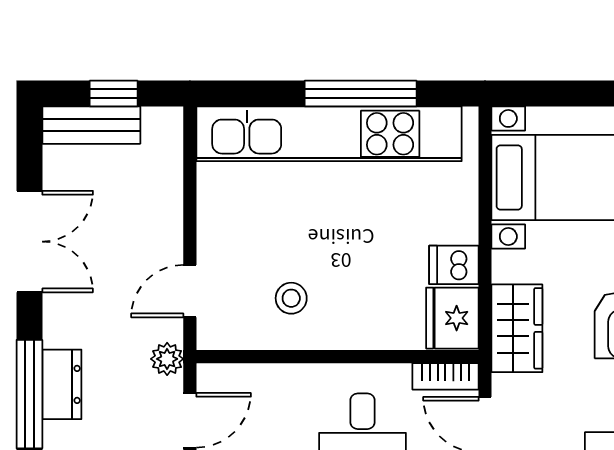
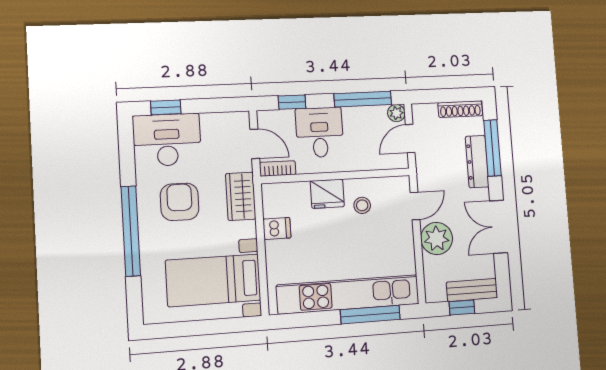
window: (361, 94) -> (370, 315), moved
fridge: (452, 318) -> (327, 194), moved, turned 90
plant: (167, 359) -> (437, 238), moved, width x1.88, depth x1.88
dresser: (62, 384) -> (477, 162), width x1.44

